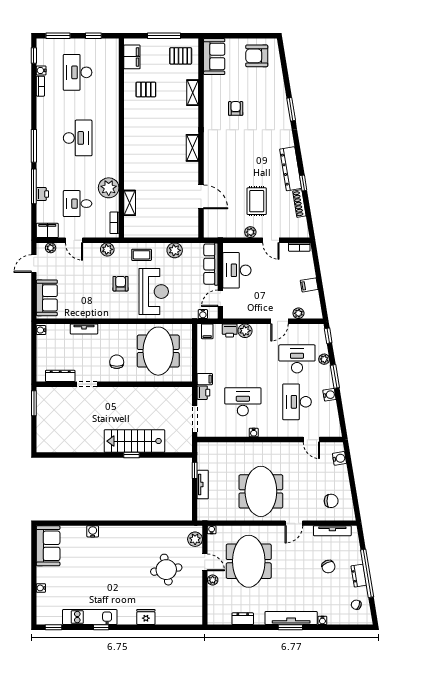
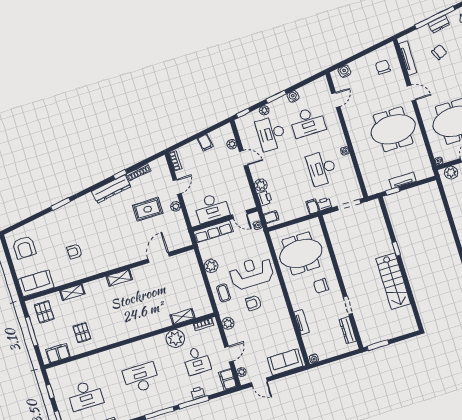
stairs: (134, 441) -> (393, 281), moved

